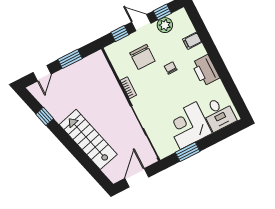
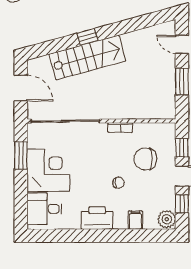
plant: (165, 25) -> (167, 219), moved
window: (45, 116) -> (87, 37), moved

